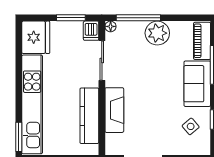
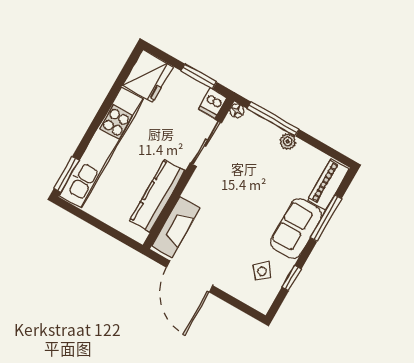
plant: (157, 33) -> (288, 141), width x0.53, depth x0.53
fireplace: (114, 110) -> (176, 227), moved

